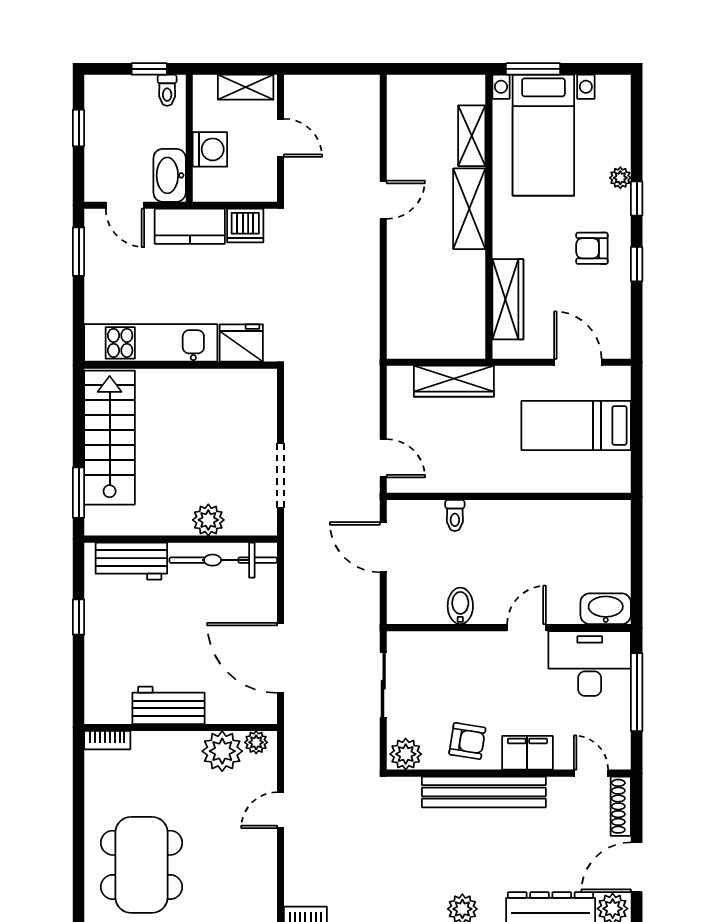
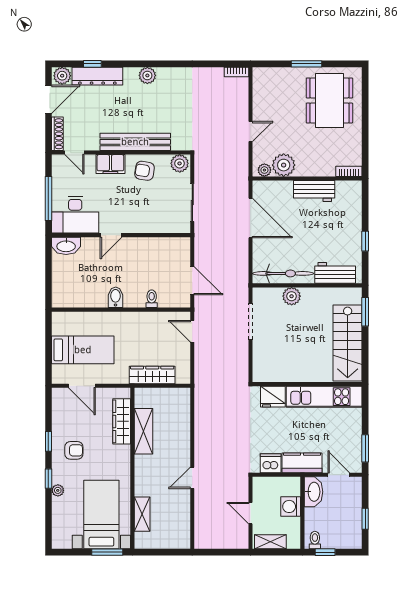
shelving: (469, 209) -> (143, 431), moved
bidet: (460, 606) -> (116, 297), moved, turned 180

